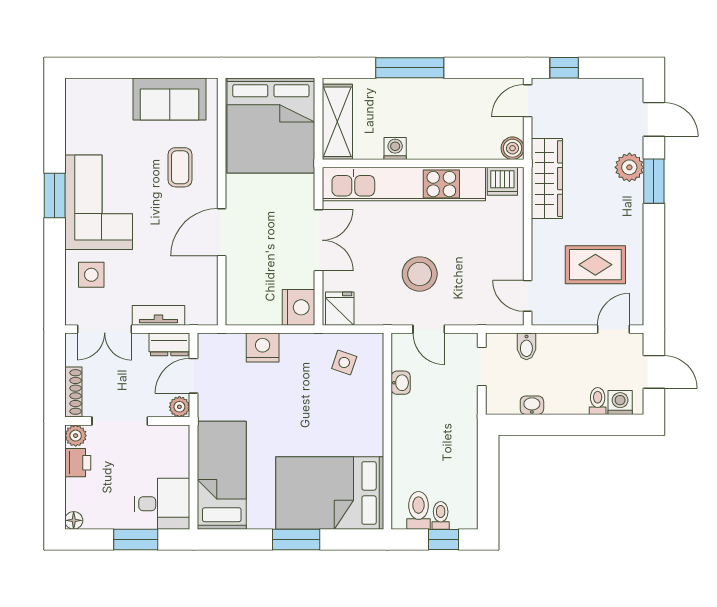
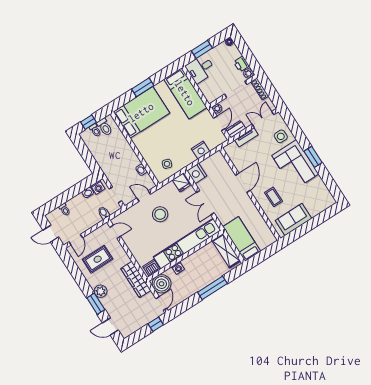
bed: (271, 126) -> (242, 239), width x0.49
washing machine: (395, 148) -> (178, 268), moved
boiler: (512, 148) -> (162, 284), width x1.86, depth x1.86
plant: (629, 167) -> (101, 291), moved
washing machine: (620, 403) -> (98, 187), moved

